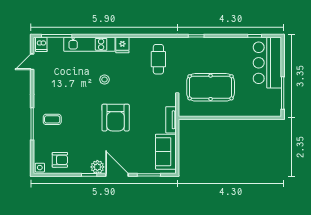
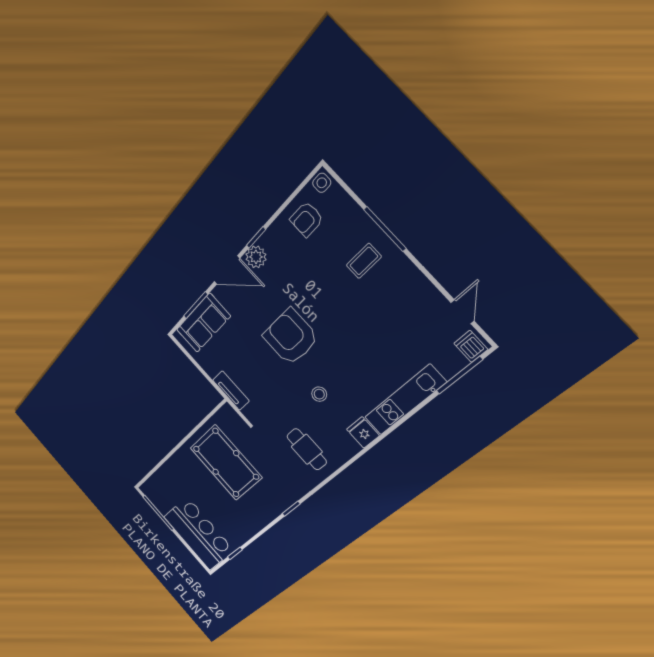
stool: (104, 80) -> (319, 394), moved
pool table: (211, 87) -> (226, 463), turned 90
sofa: (166, 152) -> (203, 323), moved, turned 90

